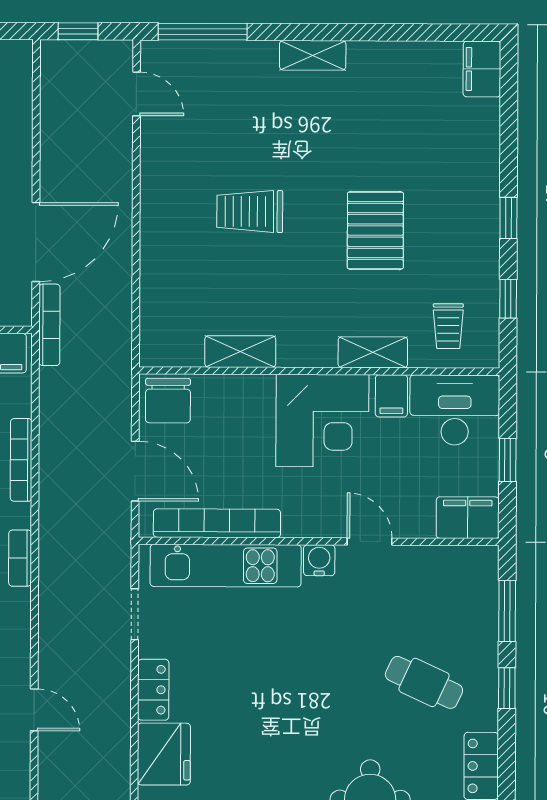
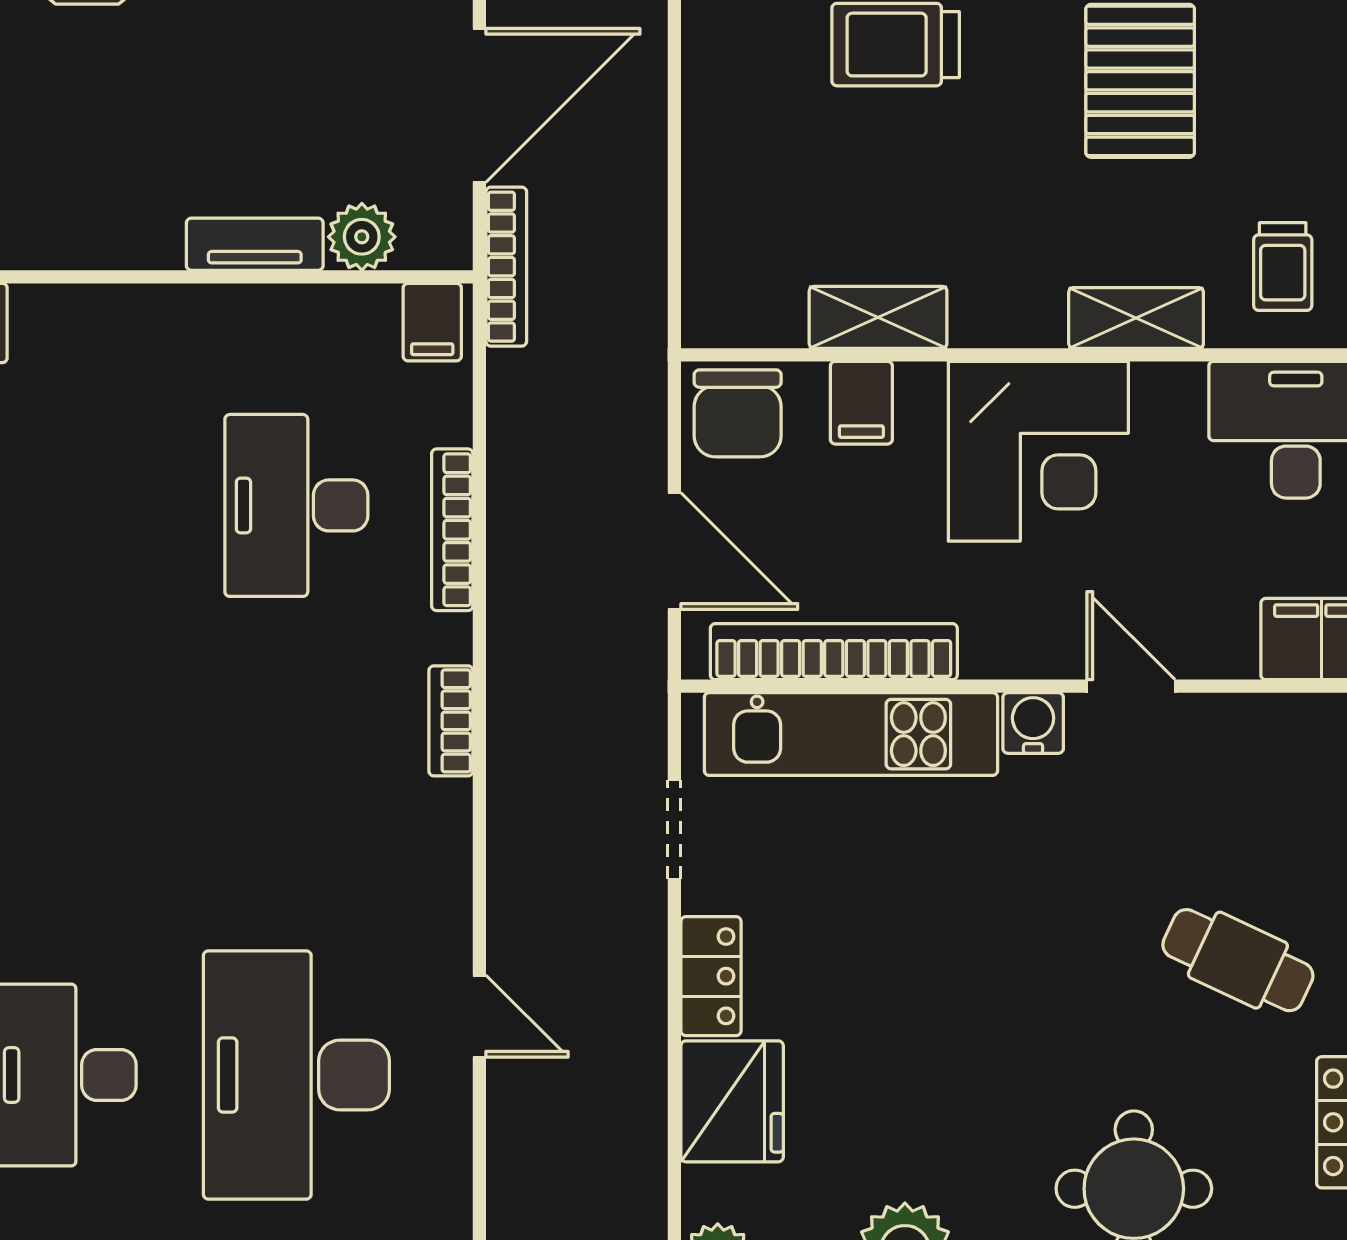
filing cabinet: (391, 396) -> (861, 403), moved

